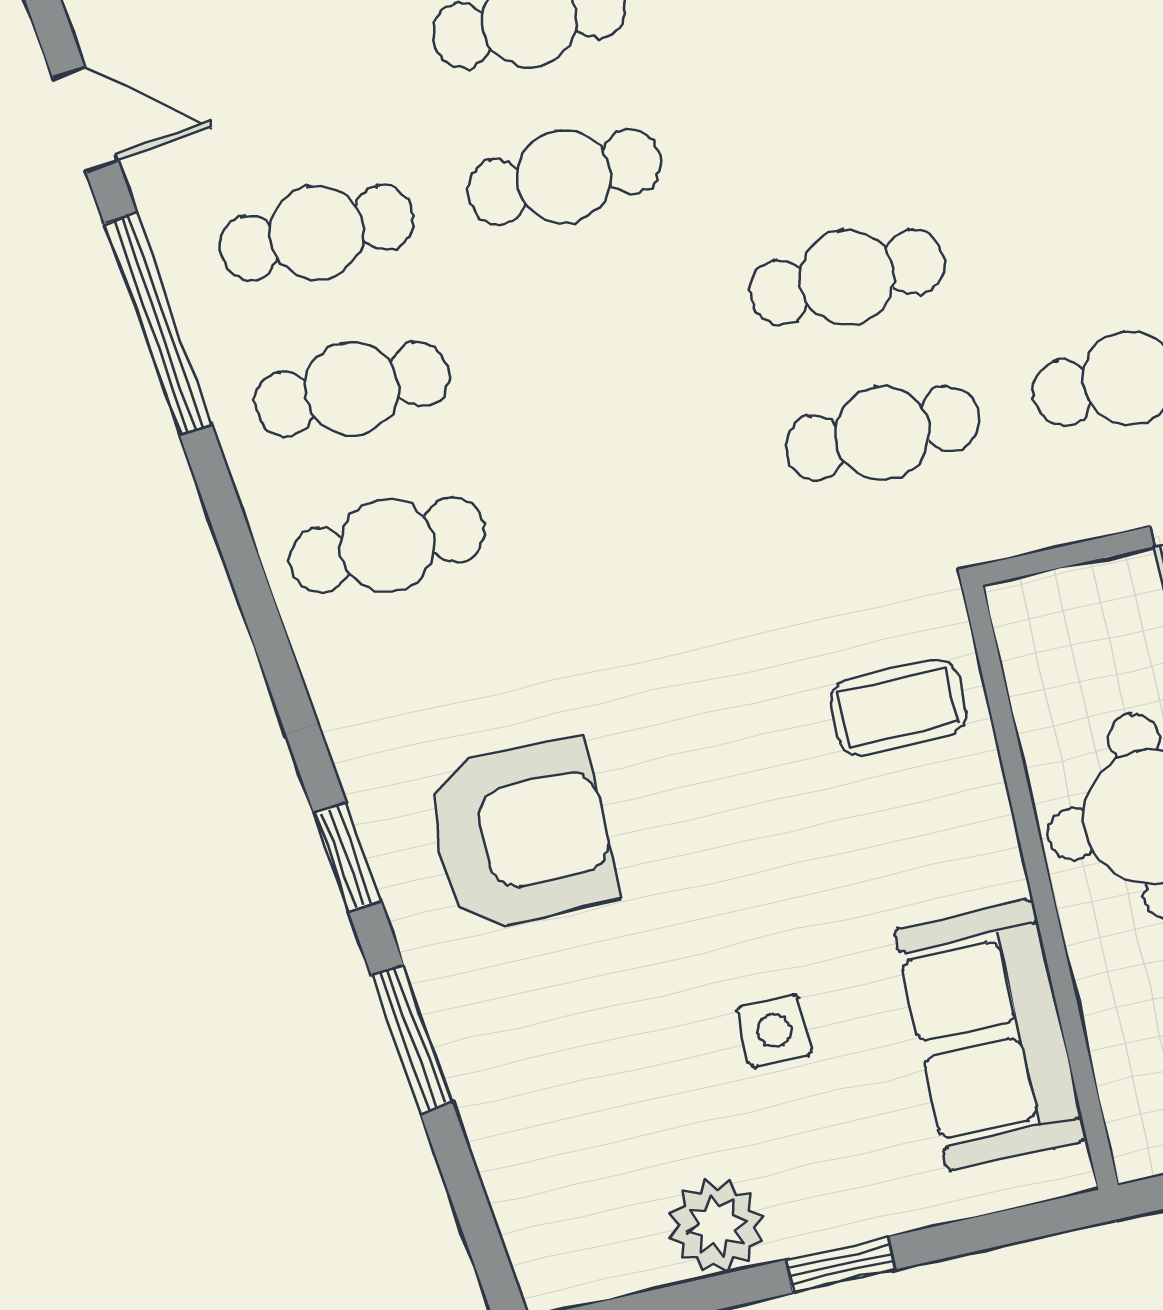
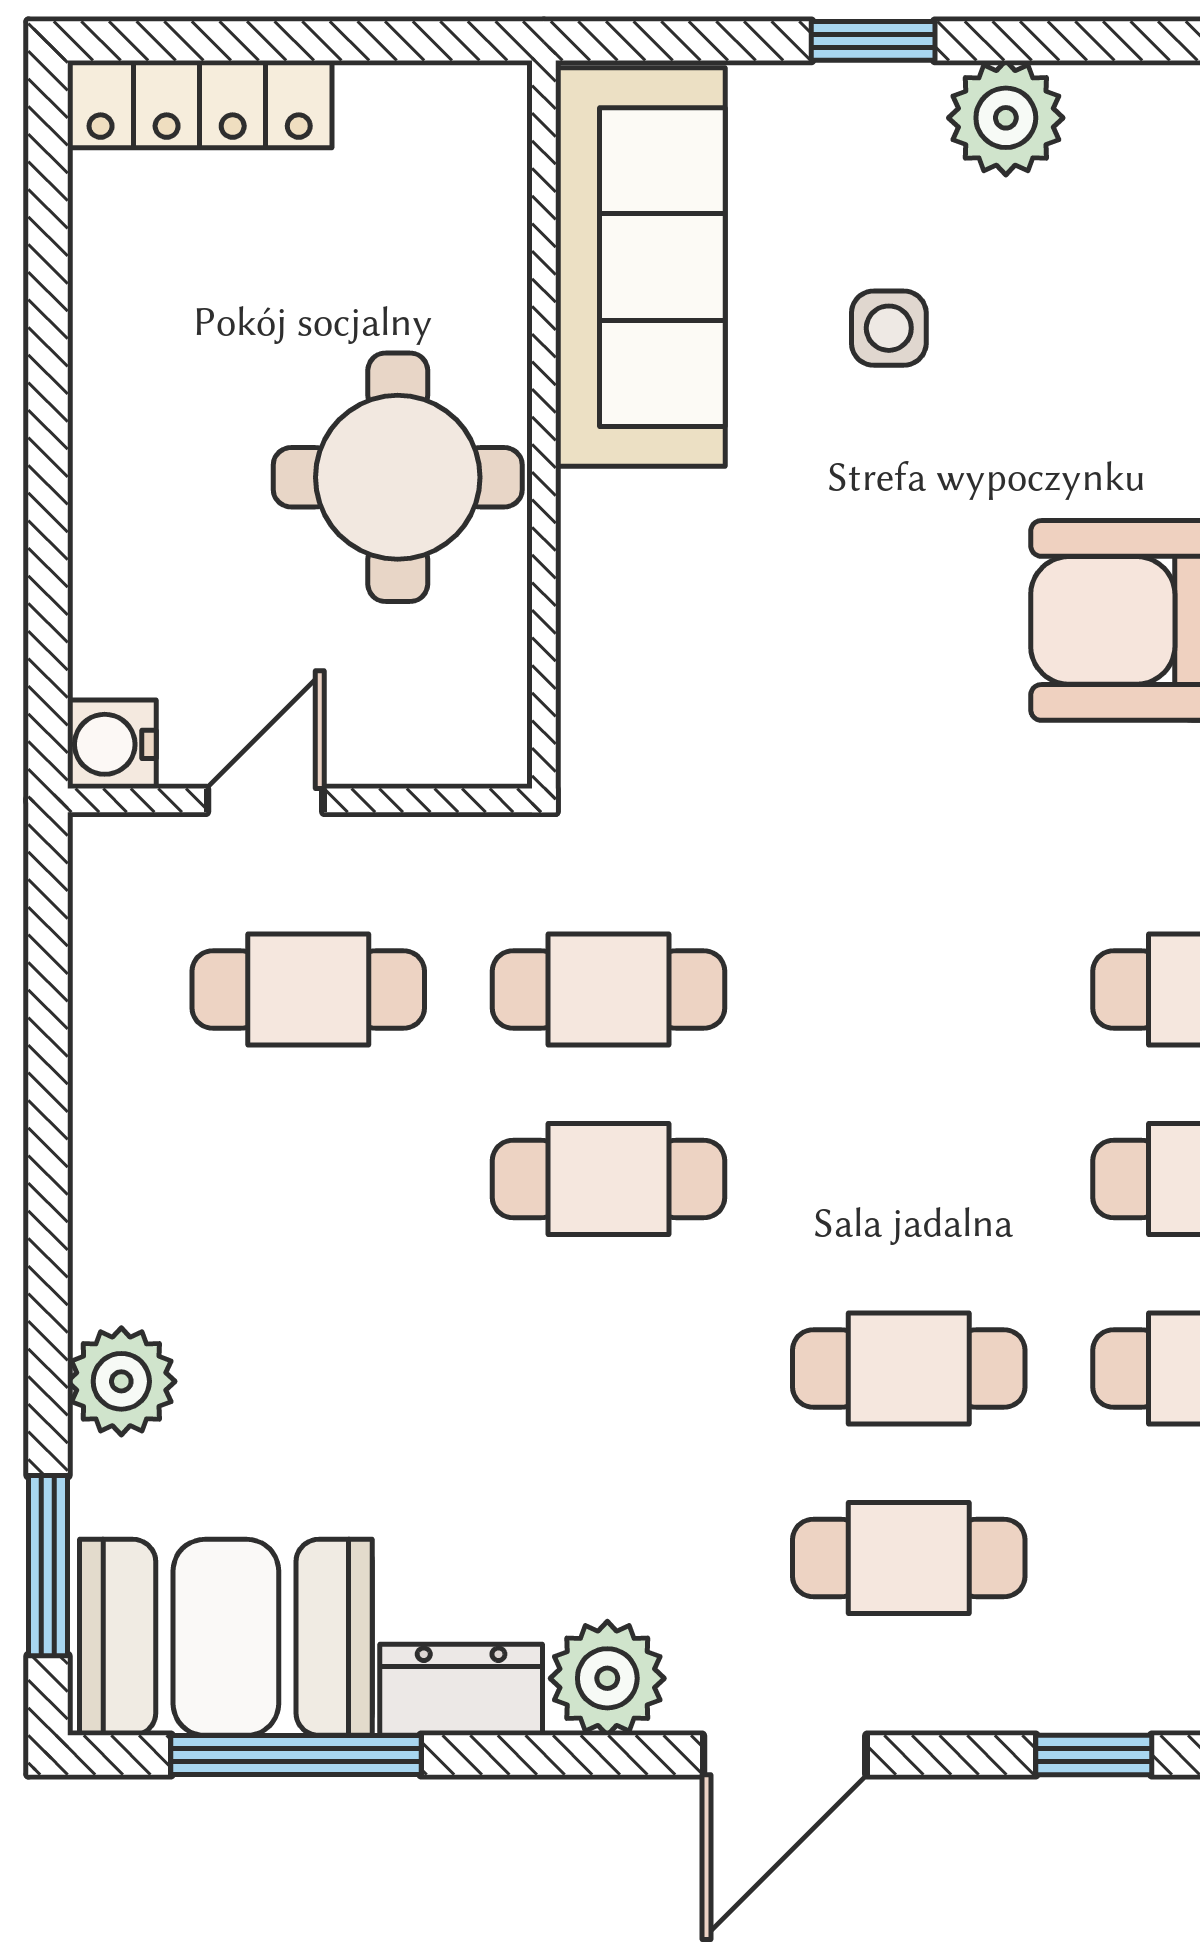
coffee table: (898, 707) -> (661, 670), removed
sofa: (990, 1035) -> (640, 267), width x1.36

